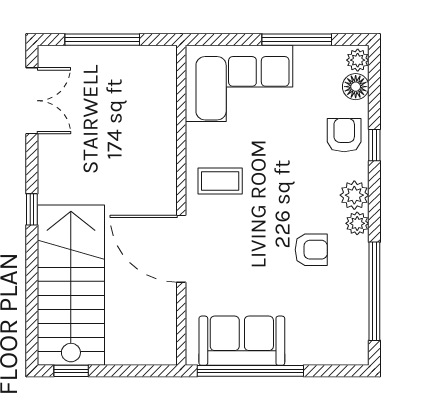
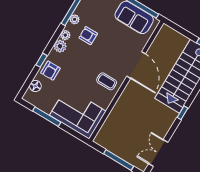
plant: (358, 60) -> (75, 19), moved

